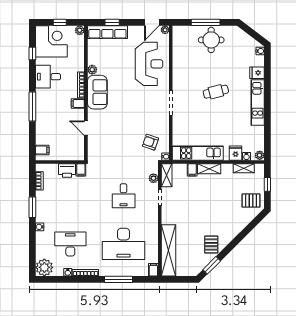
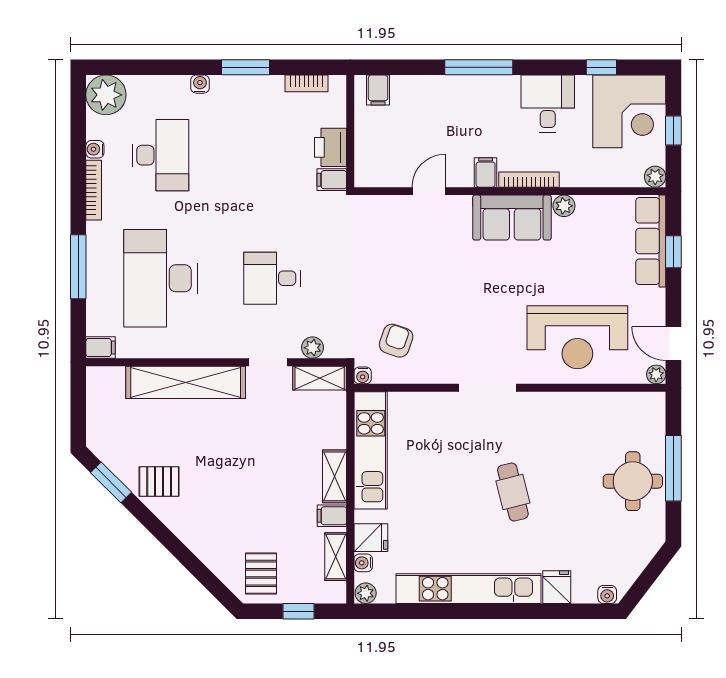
kitchen unit: (258, 103) -> (469, 589), width x1.36
filing cabinet: (192, 170) -> (332, 516), moved
shelving: (168, 250) -> (186, 382), moved

